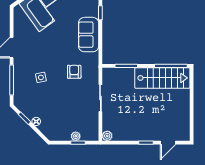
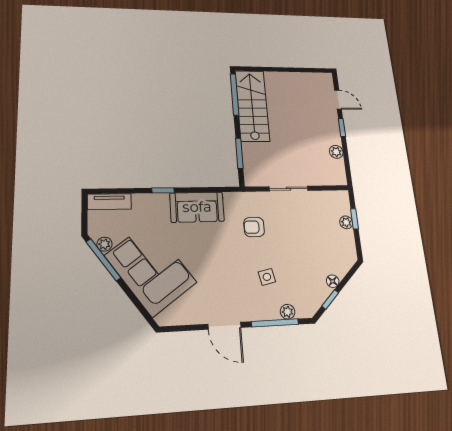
plant: (18, 89) -> (288, 312), added
plant: (107, 136) -> (336, 152), moved

